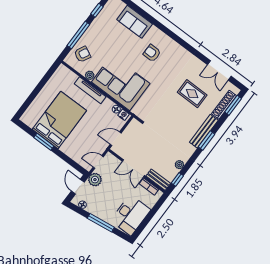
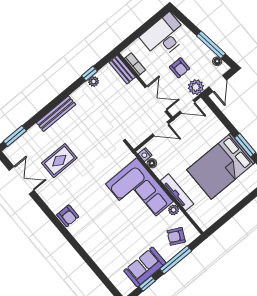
sofa: (135, 22) -> (145, 267), moved, turned -90
armchair: (152, 53) -> (68, 216), moved
rug: (192, 94) -> (59, 161), turned 90
shoe rack: (224, 105) -> (25, 139), removed
window: (207, 141) -> (55, 102), removed
double door: (133, 168) -> (156, 99), moved
window: (177, 179) -> (90, 74), moved
armchair: (112, 192) -> (180, 68), added
window: (101, 223) -> (211, 45), moved

